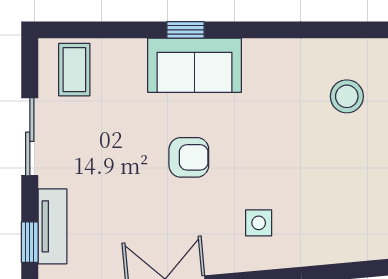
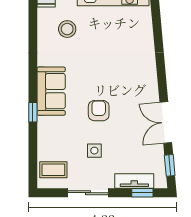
sofa: (194, 65) -> (51, 91), moved
side table: (259, 223) -> (94, 151), moved

